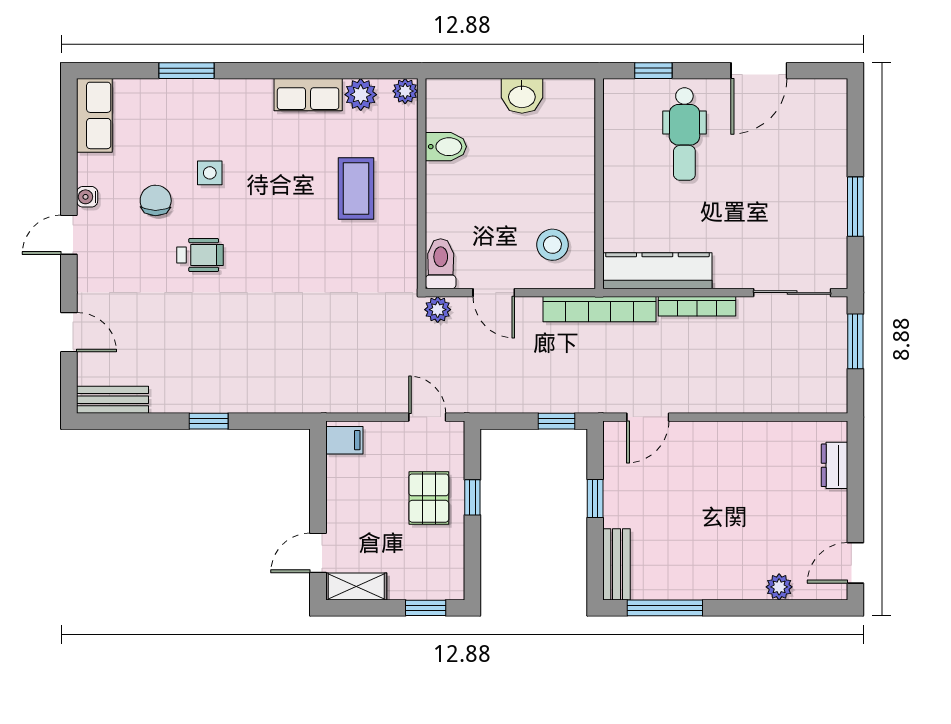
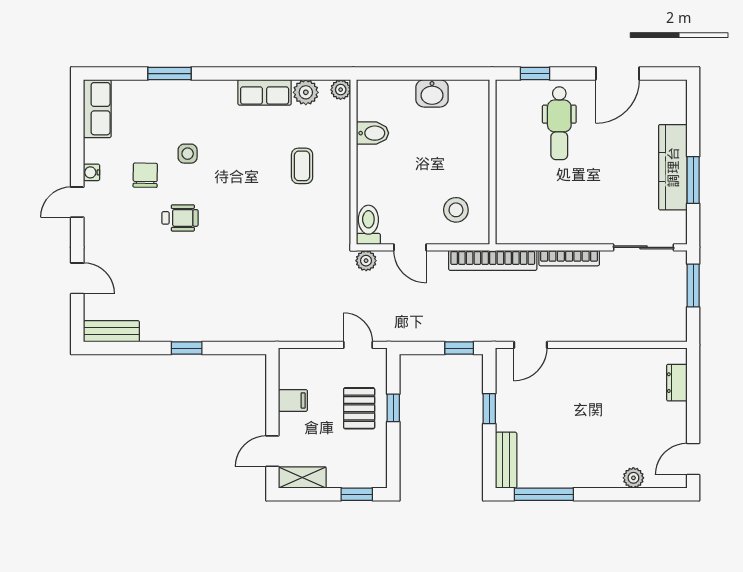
coffee table: (356, 189) -> (302, 166), width x0.73, depth x0.77
kitchen counter: (657, 271) -> (673, 167), moved, turned -90
filing cabinet: (344, 440) -> (293, 400), moved

